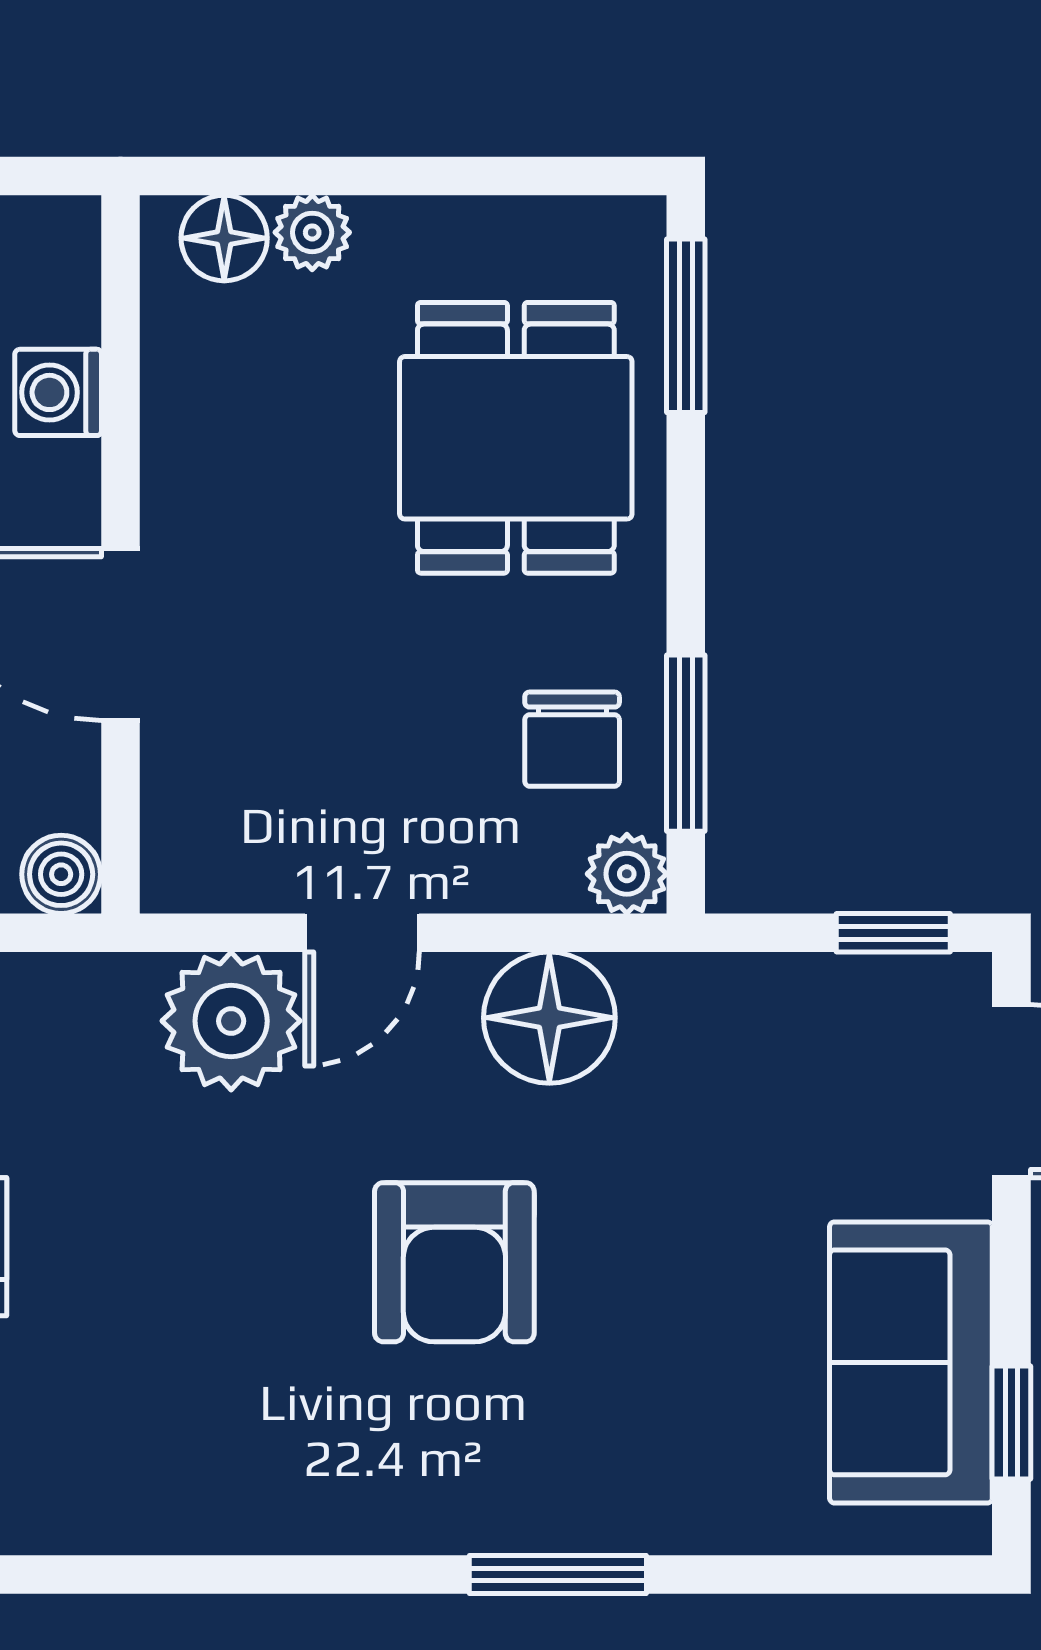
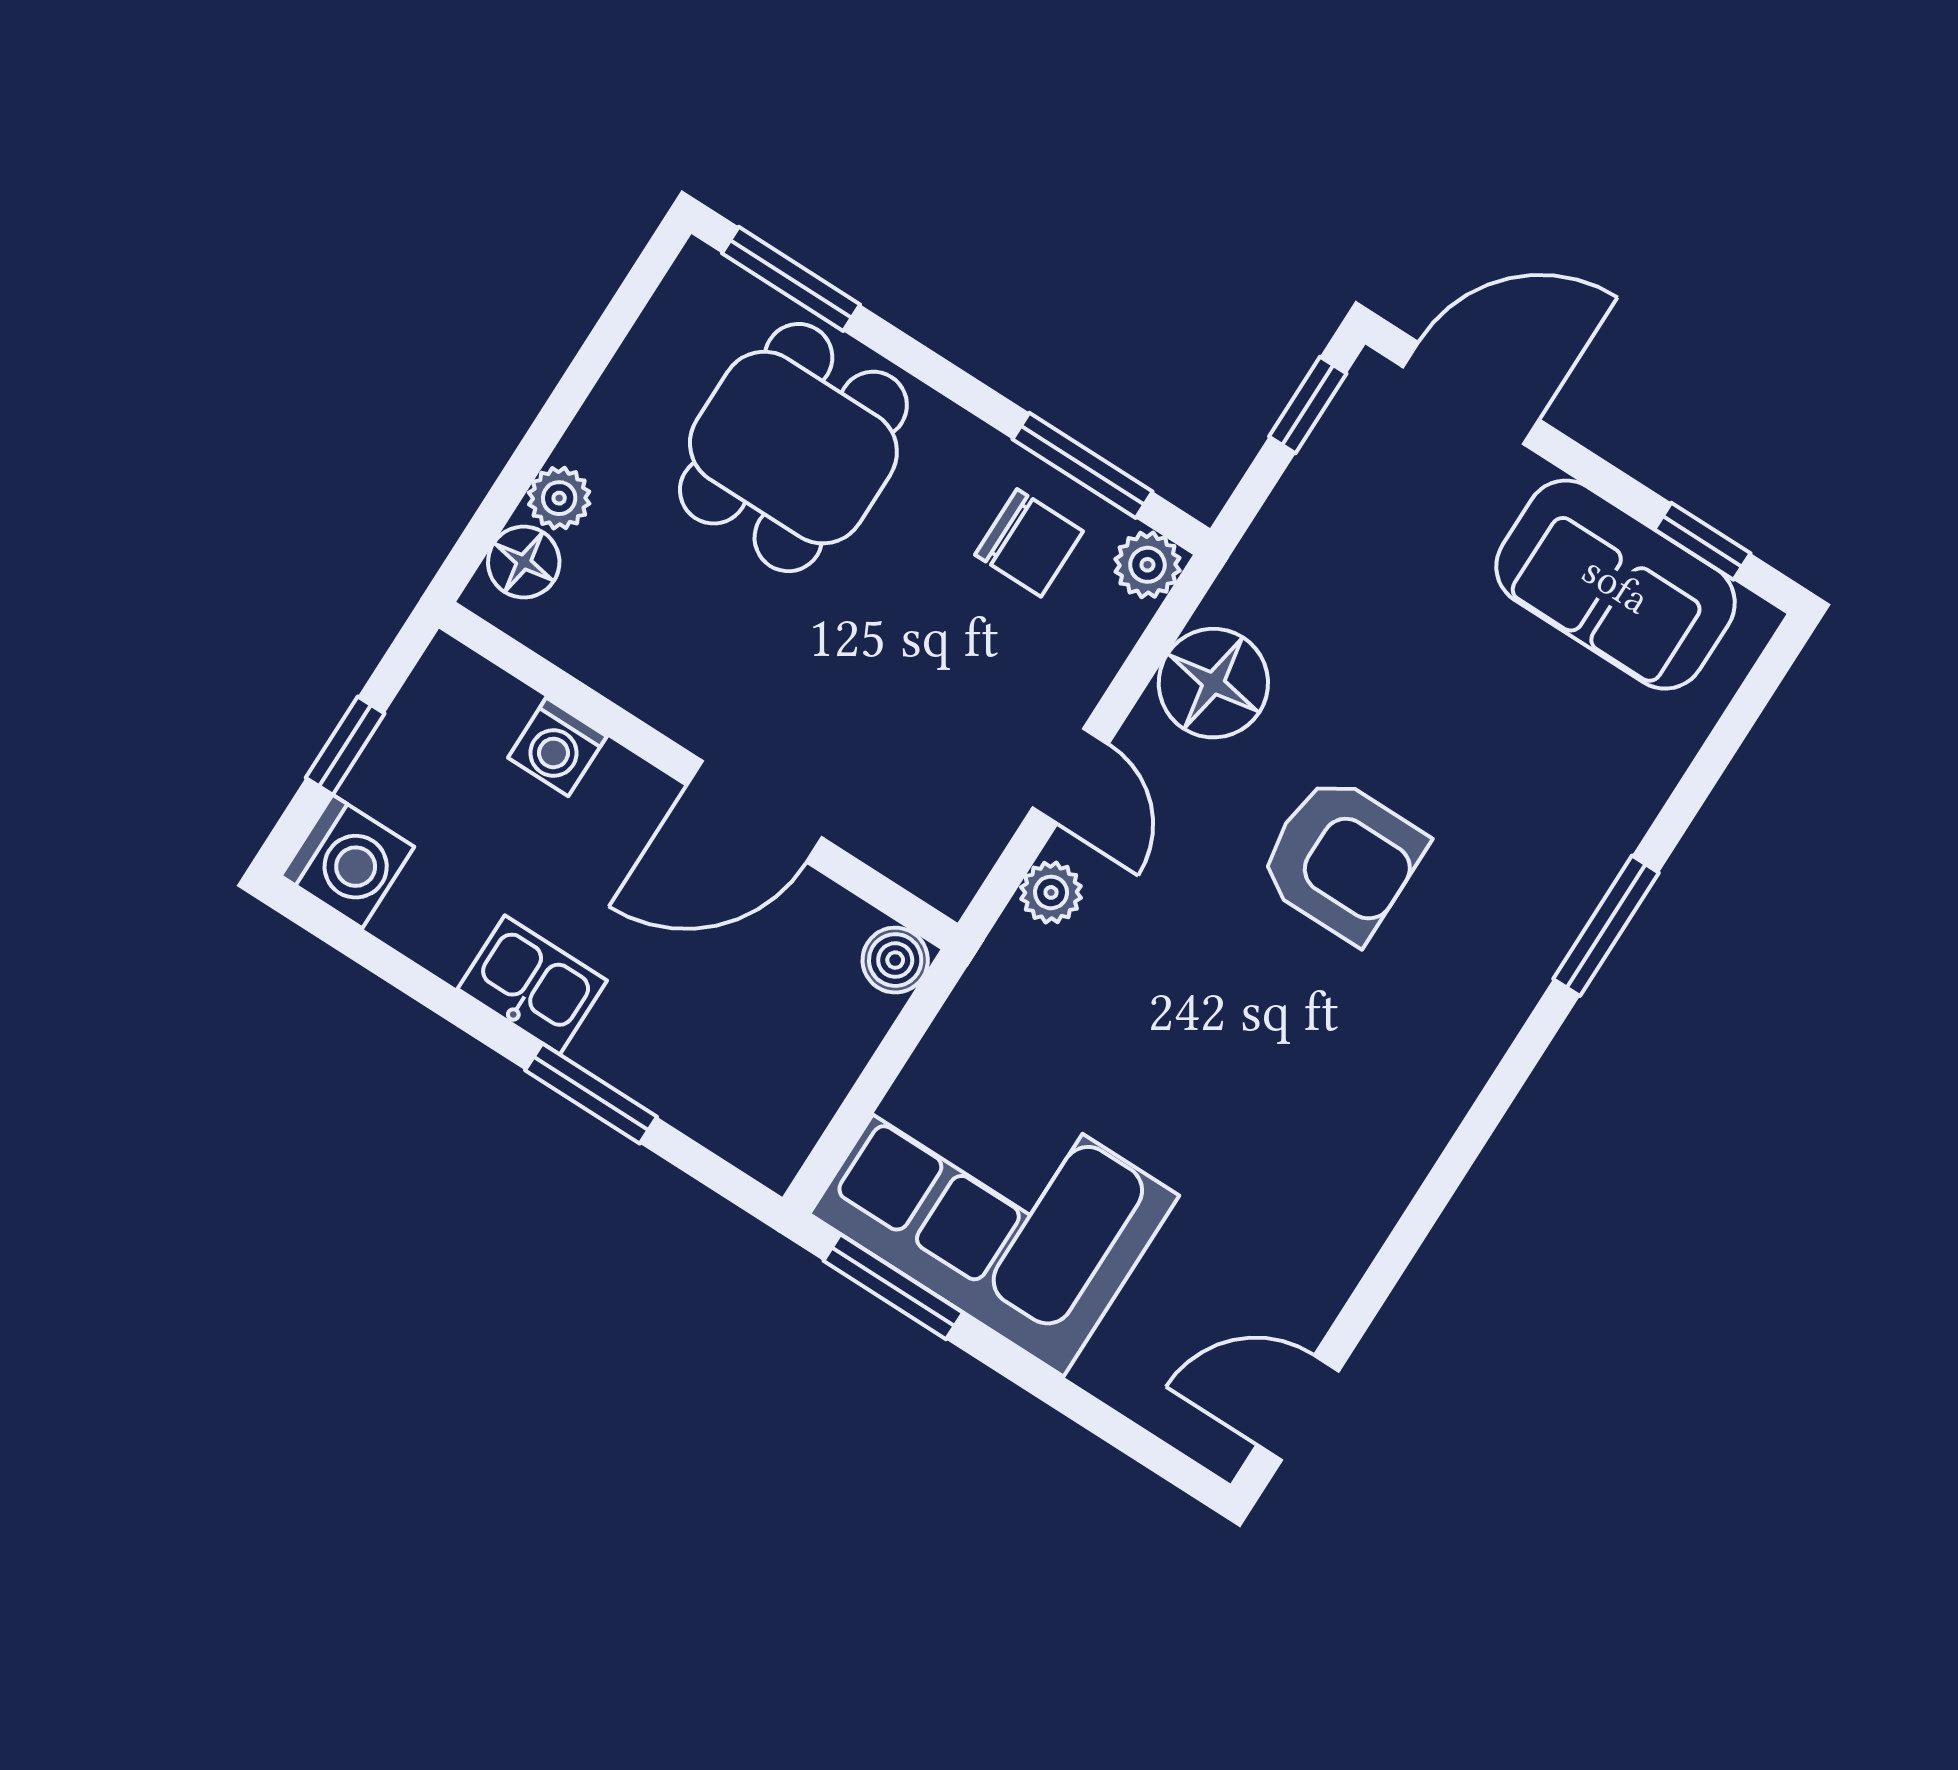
dining table: (516, 438) -> (793, 448), turned 90
plant: (231, 1021) -> (1051, 892), width x0.53, depth x0.53

